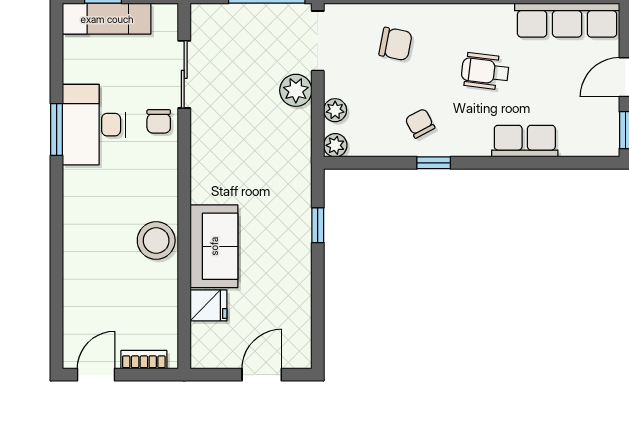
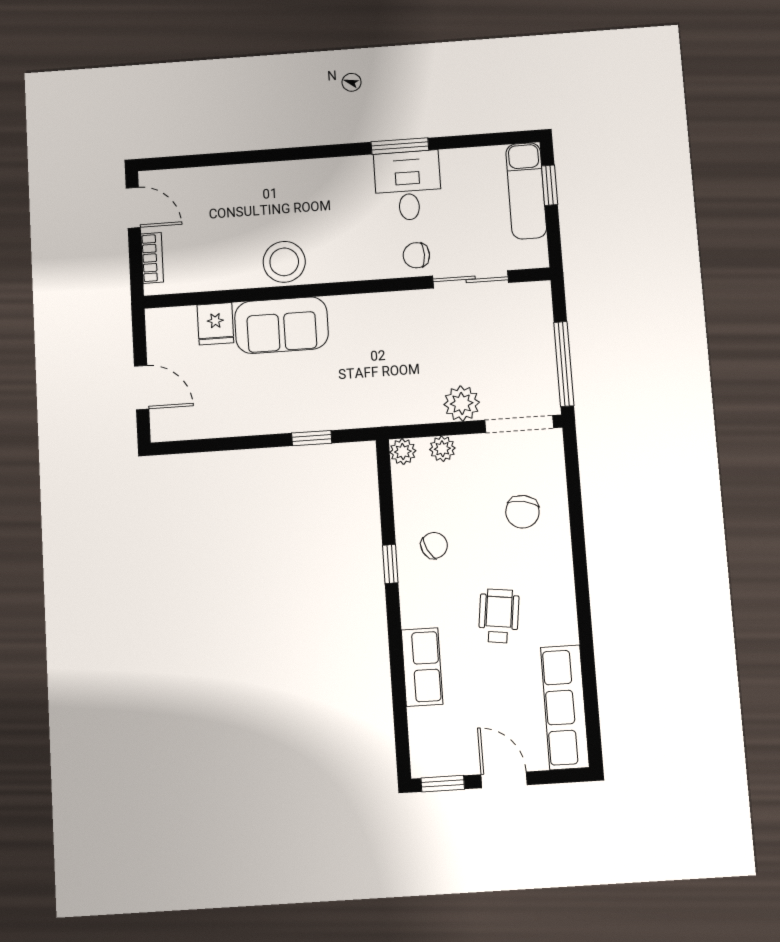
desk: (94, 125) -> (408, 186), width x0.73

